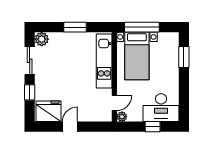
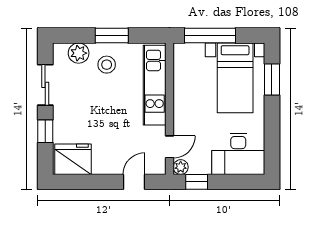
plant: (42, 39) -> (79, 53), moved
stool: (71, 47) -> (107, 65), added
bed with nightstands: (137, 56) -> (235, 78), moved
door: (70, 127) -> (134, 182), moved
window: (153, 127) -> (197, 182), moved

